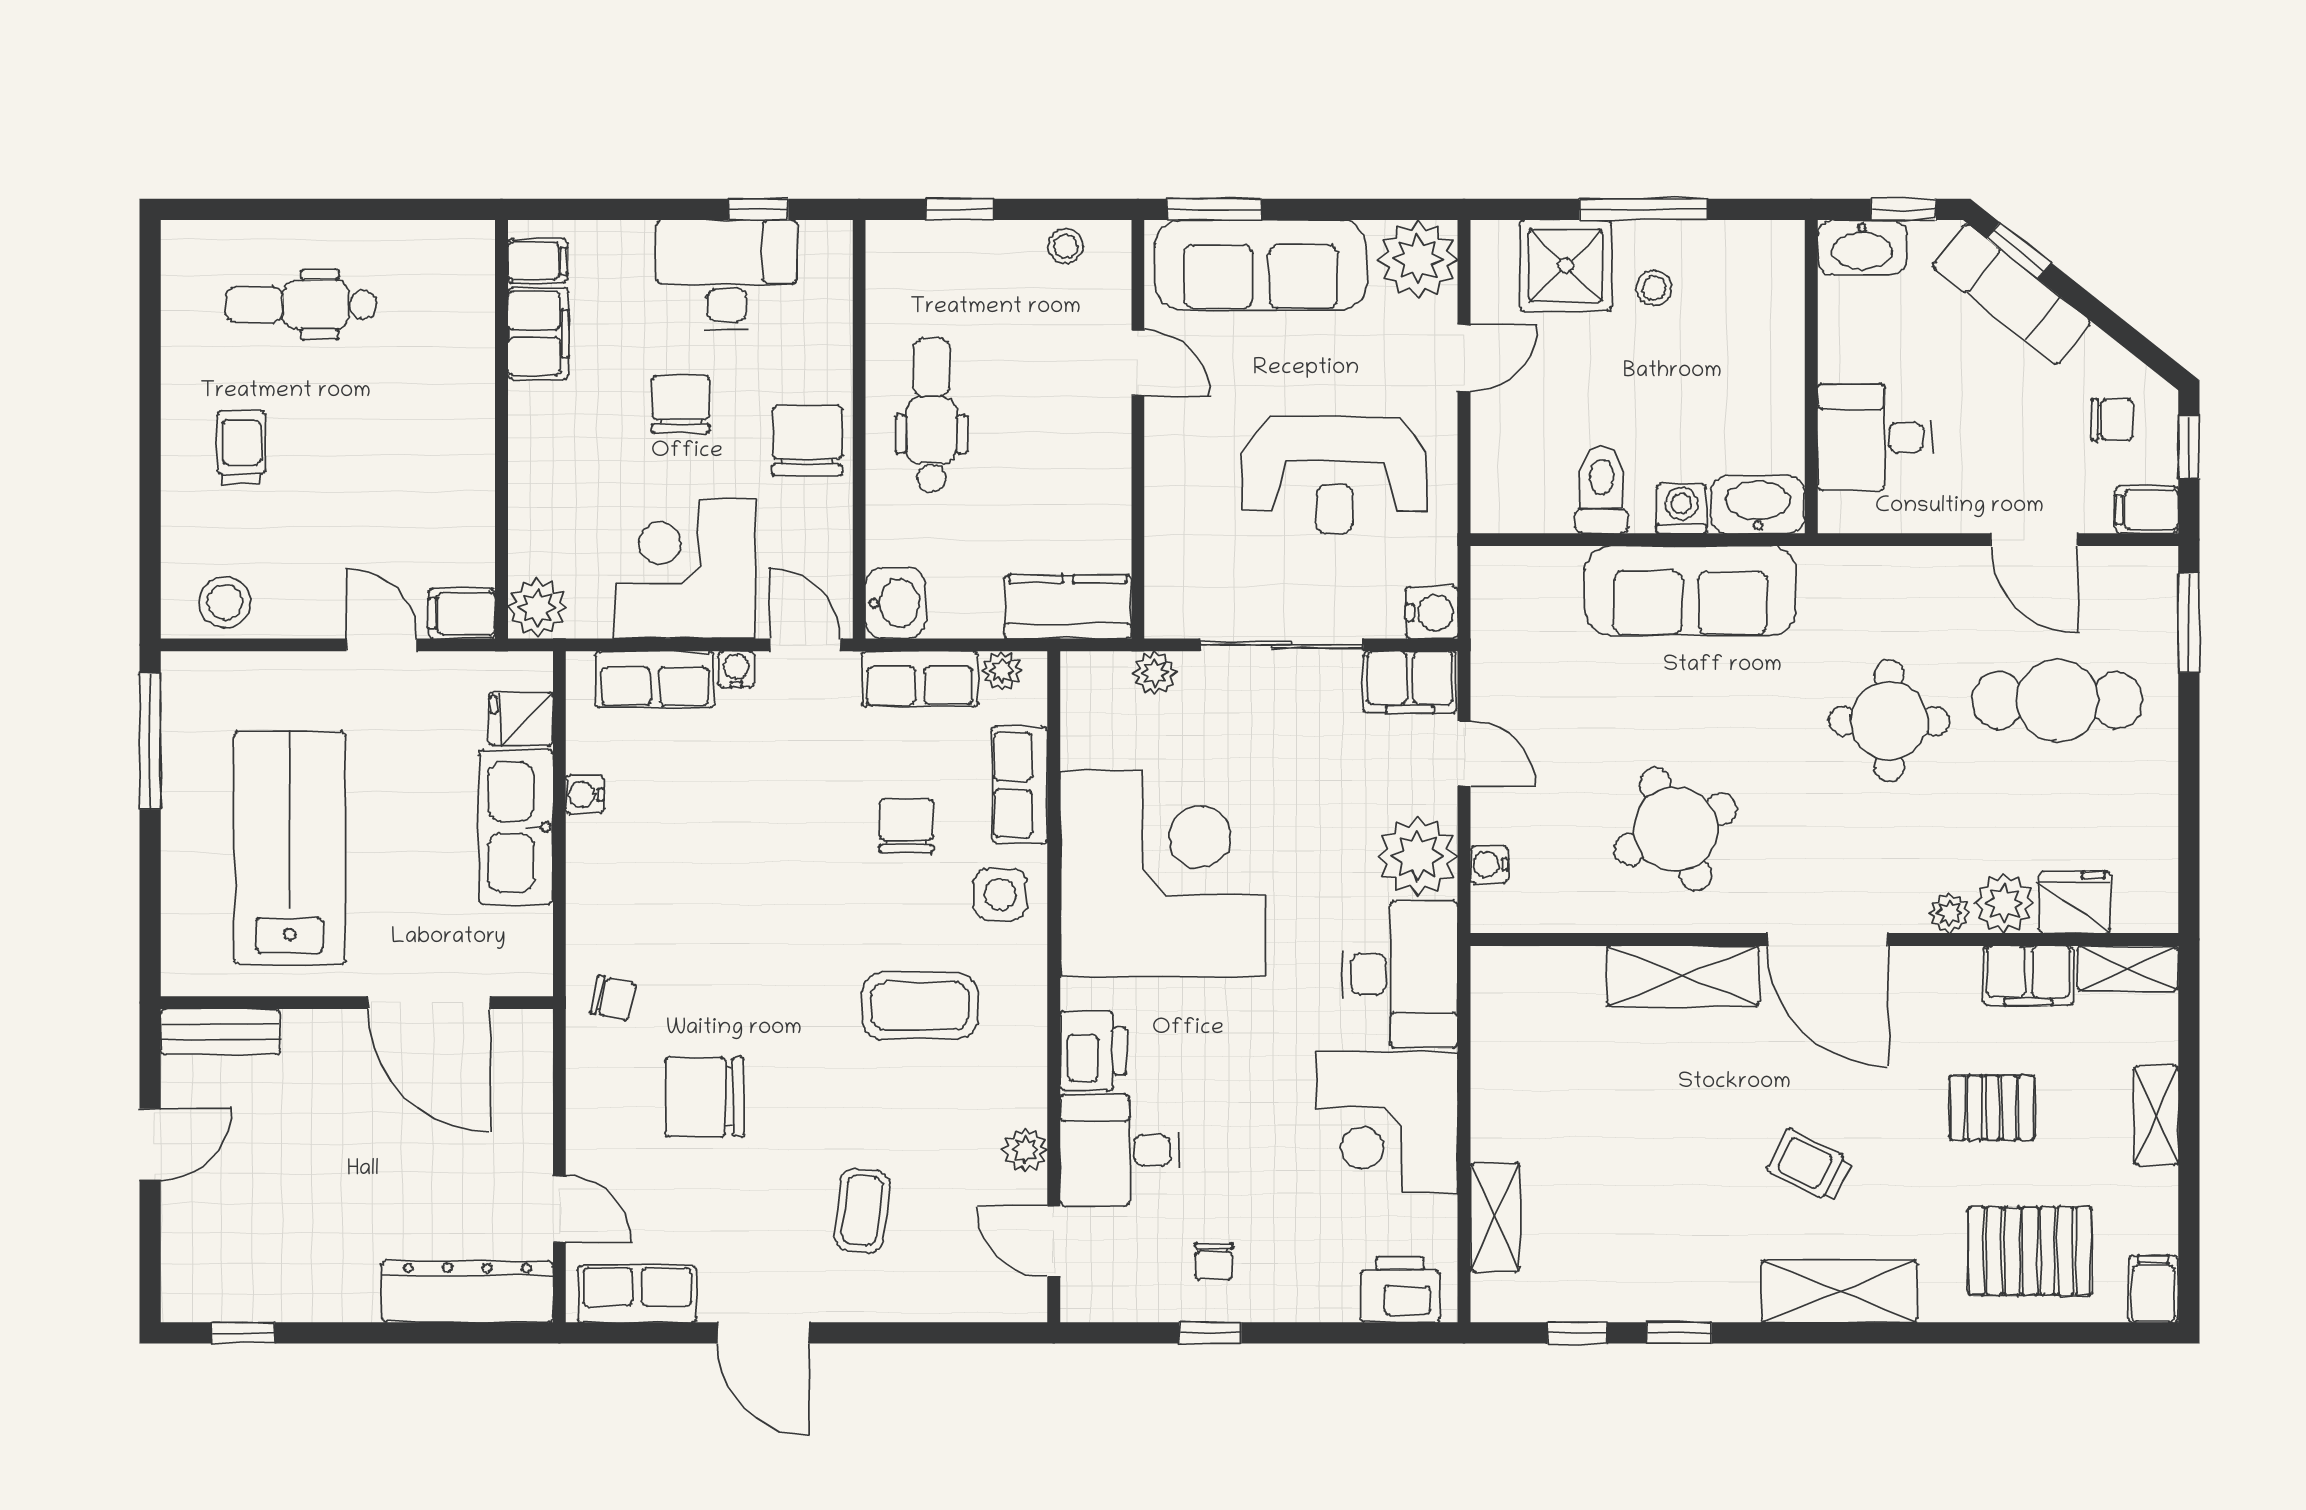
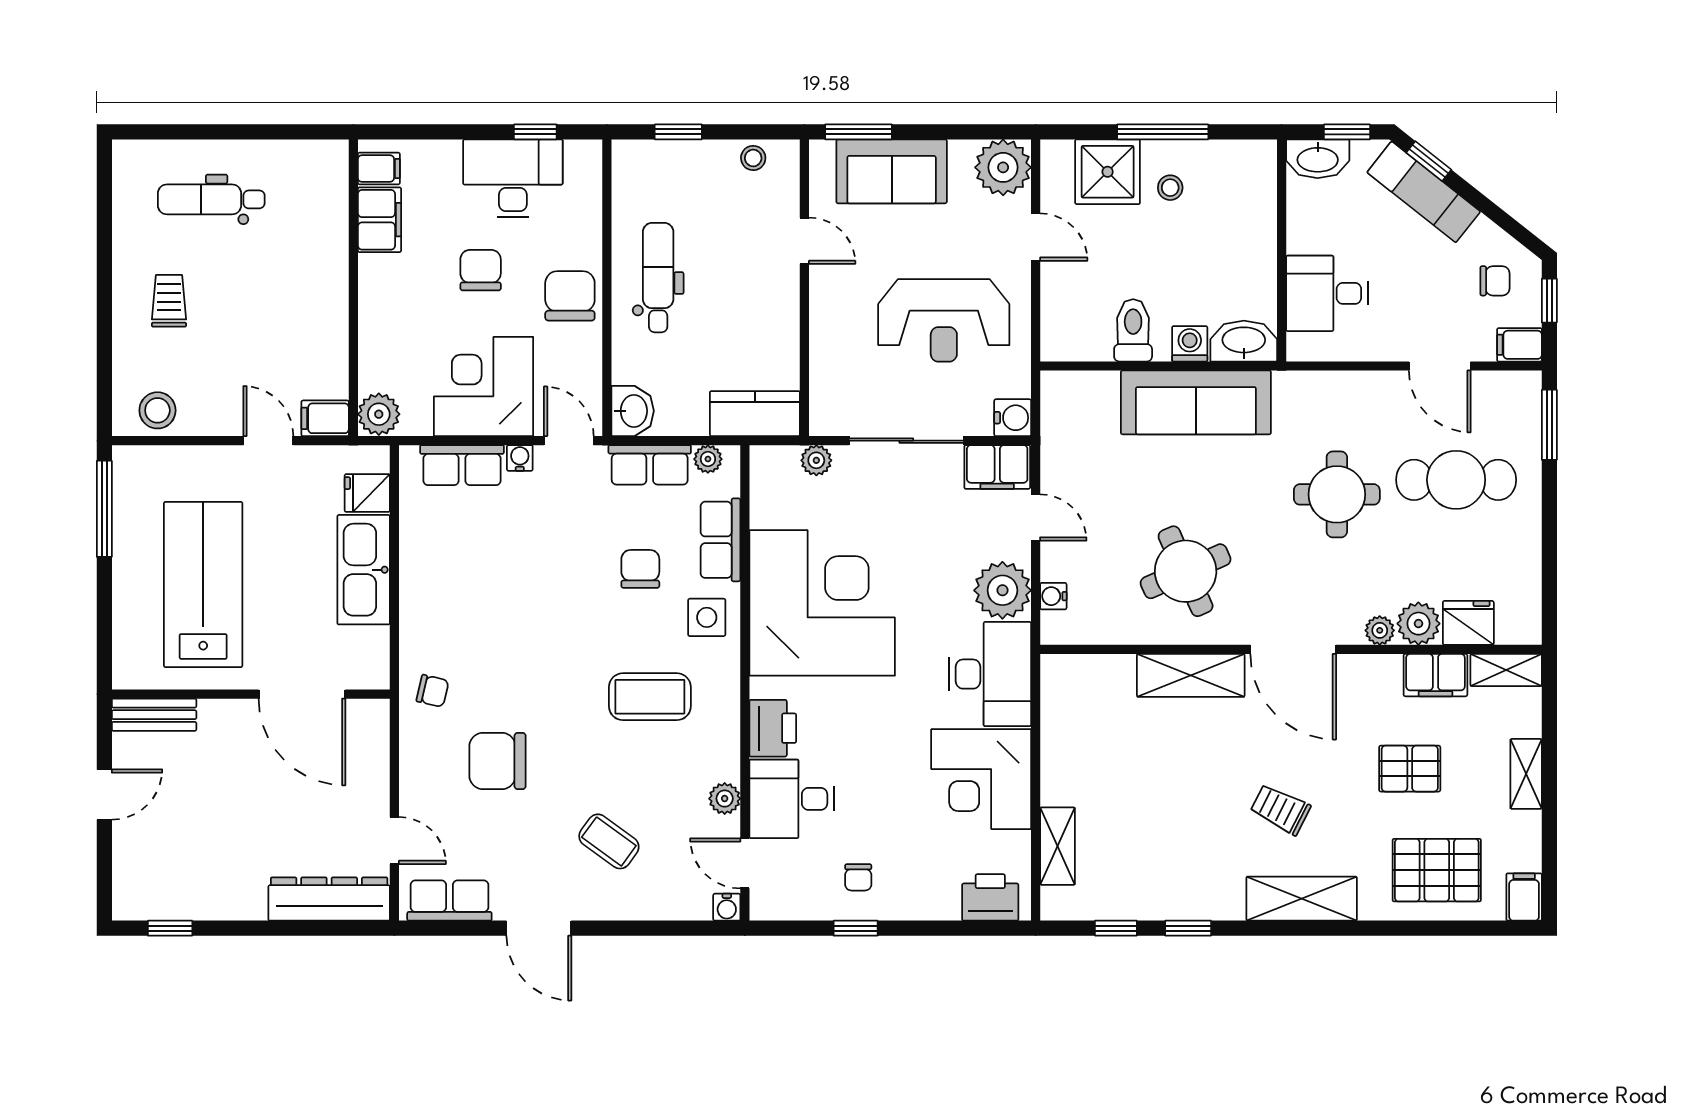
sofa: (1261, 265) -> (892, 171), width x0.73
door: (1464, 358) -> (1036, 237), hinge flipped
water cooler: (585, 795) -> (727, 907), moved, turned -90
coffee table: (862, 1211) -> (609, 841), turned -61

